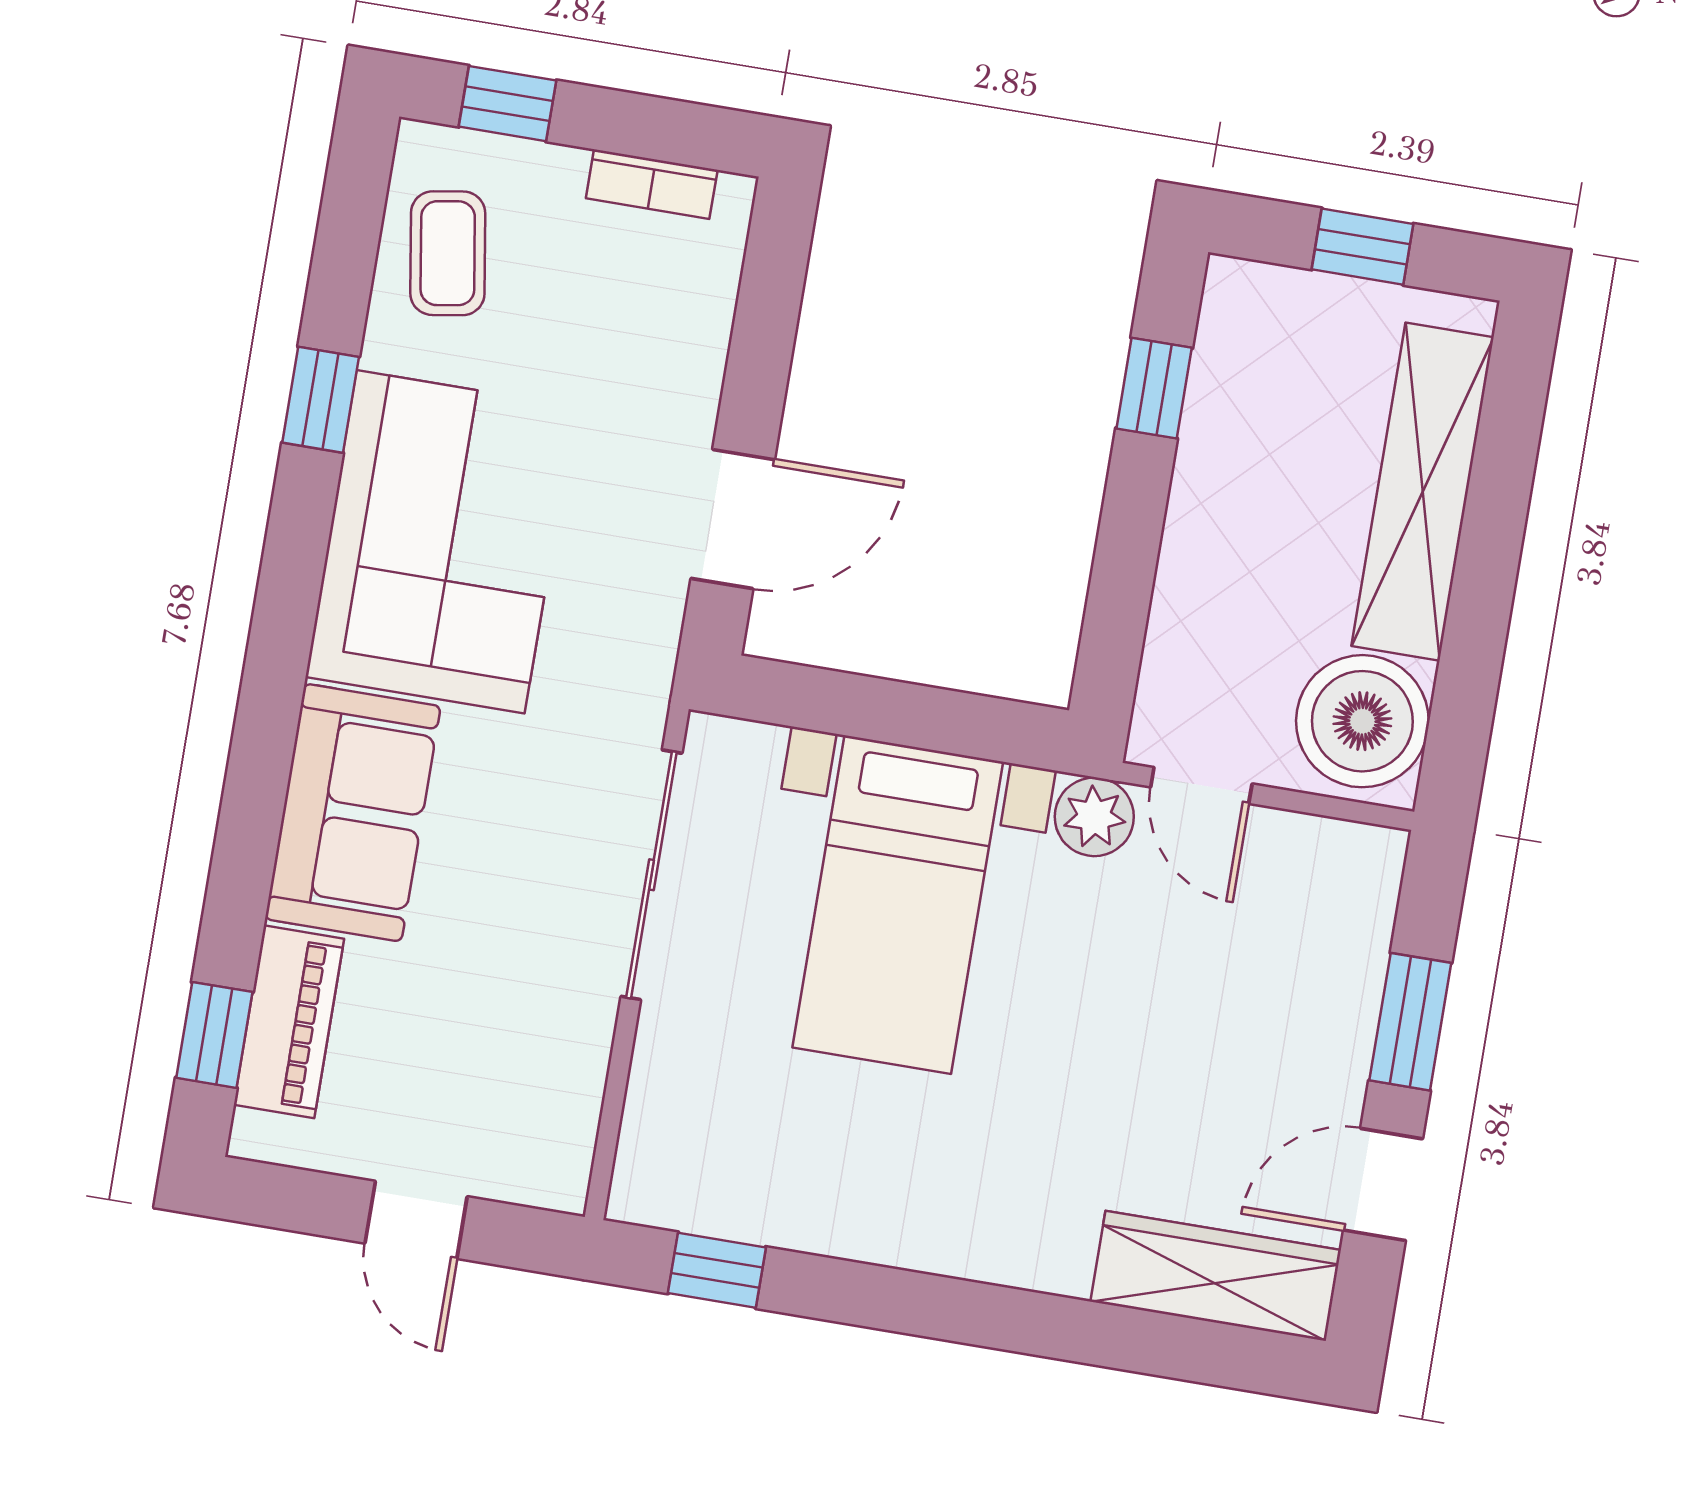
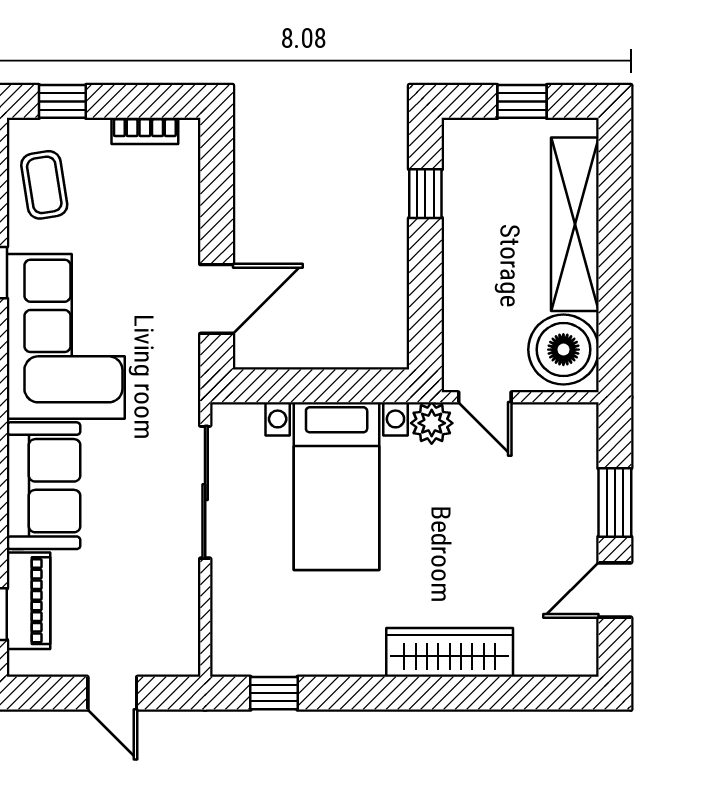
wardrobe: (1216, 1276) -> (450, 652), moved

